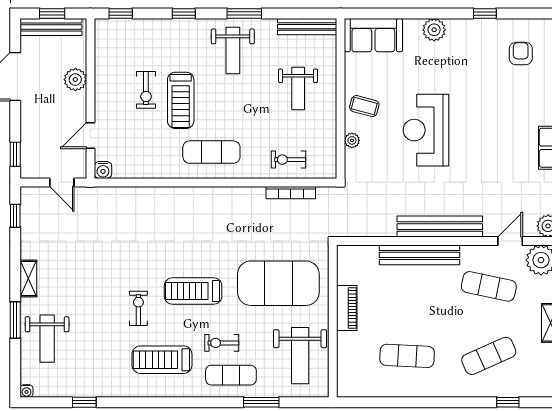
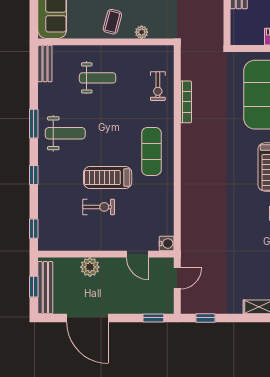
bench: (307, 27) -> (45, 64), width x0.73
treadmill: (181, 100) -> (108, 178), turned 180
bookcase: (291, 193) -> (186, 102), moved

